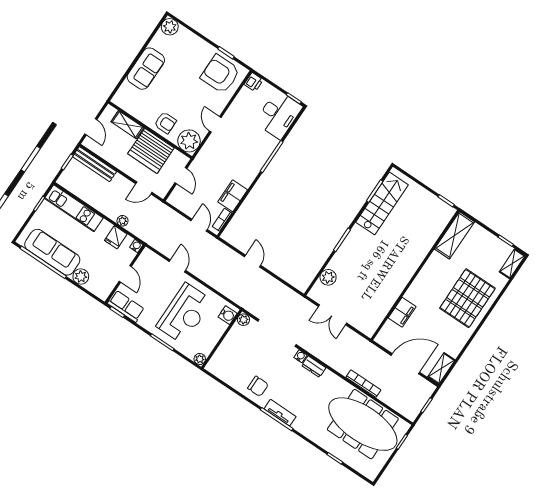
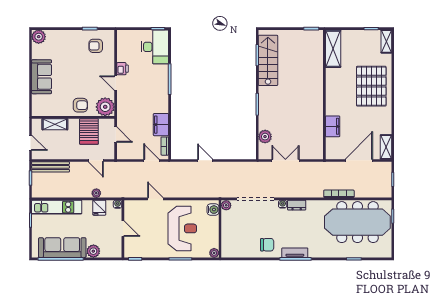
armchair: (220, 74) -> (96, 46), width x0.53, depth x0.53
printer: (254, 82) -> (123, 69), moved
server rack: (151, 151) -> (89, 131), width x0.63
door: (144, 188) -> (96, 160), hinge flipped
row of seats: (126, 306) -> (138, 251), removed
double door: (332, 315) -> (285, 160), swing flipped

